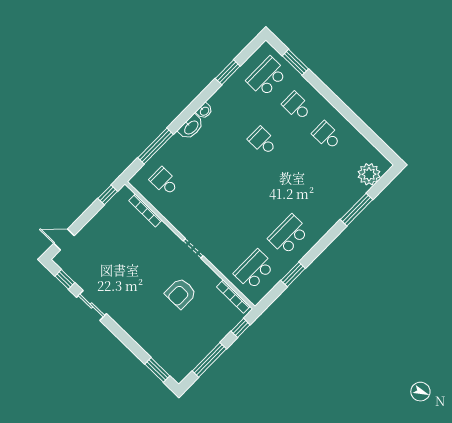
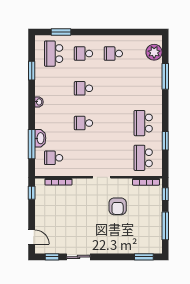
washbasin: (191, 127) -> (40, 138), moved
school desk: (228, 176) -> (83, 123), added
door: (64, 240) -> (32, 237), swing flipped

